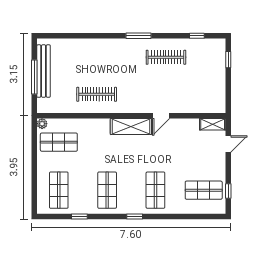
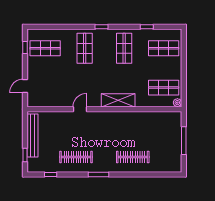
bench: (44, 71) -> (33, 136), moved
clothes rail: (97, 94) -> (133, 157), moved
shelving: (213, 124) -> (38, 102), removed
shelving: (131, 127) -> (118, 100), moved
shop shelf: (59, 190) -> (164, 48), turned 90

